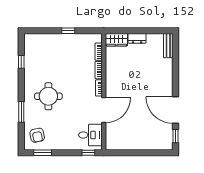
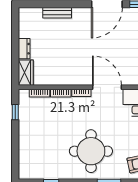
window: (68, 31) -> (15, 112), moved
bench: (168, 46) -> (57, 13), moved
round table: (48, 96) -> (91, 151), width x1.36, depth x1.36

